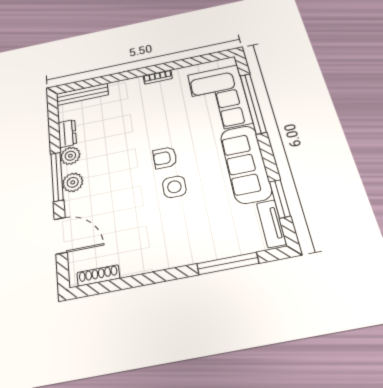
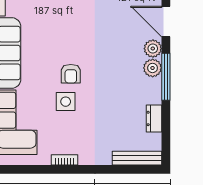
plant: (70, 156) -> (153, 49), moved
armchair: (165, 158) -> (71, 74), turned 90
side table: (174, 187) -> (66, 102), moved

